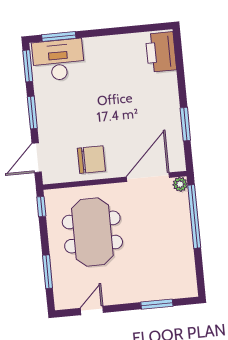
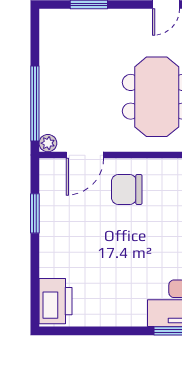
chair: (91, 160) -> (127, 189), moved
door: (148, 177) -> (85, 155), width x0.73

